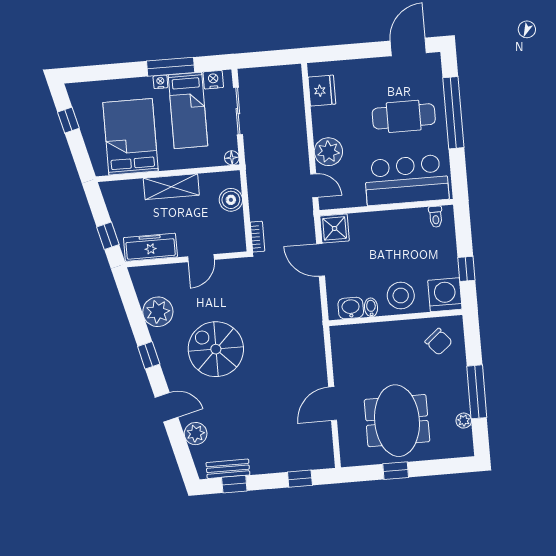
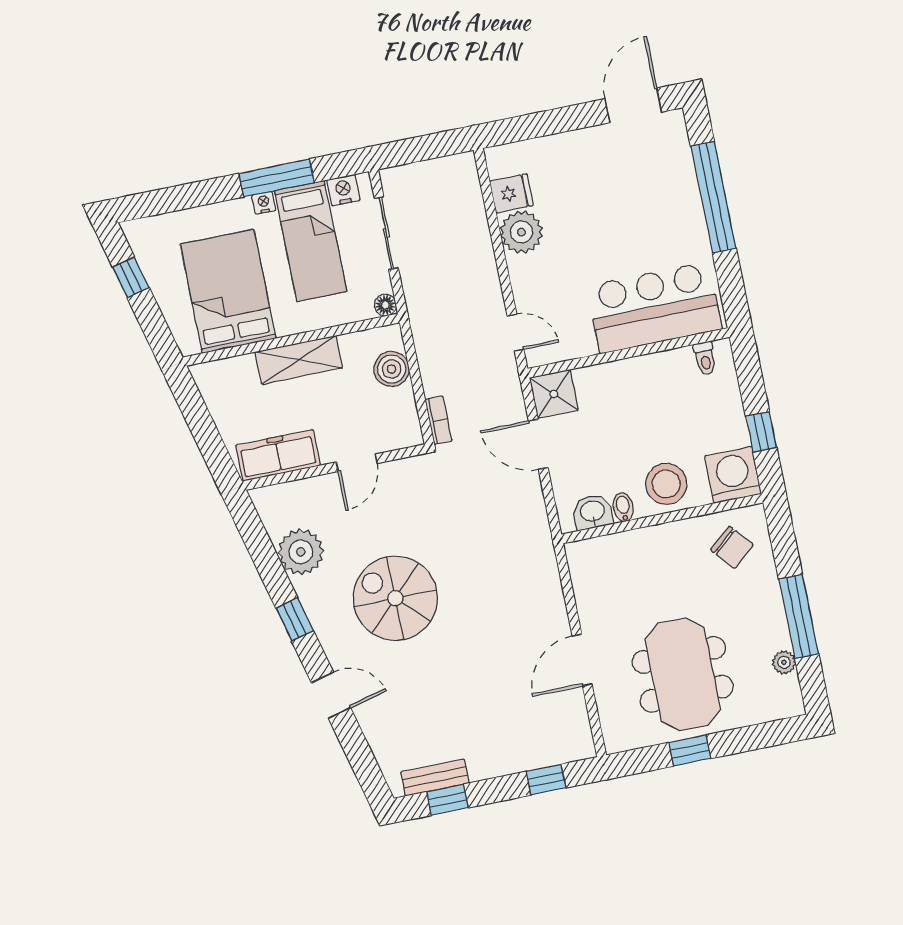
fridge: (322, 91) -> (511, 193), width x0.72
cafe table: (404, 116) -> (639, 212), removed
plant: (328, 152) -> (521, 232), moved
window: (108, 236) -> (211, 445), removed
plant: (196, 434) -> (380, 730), removed

